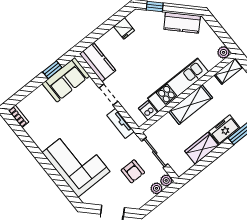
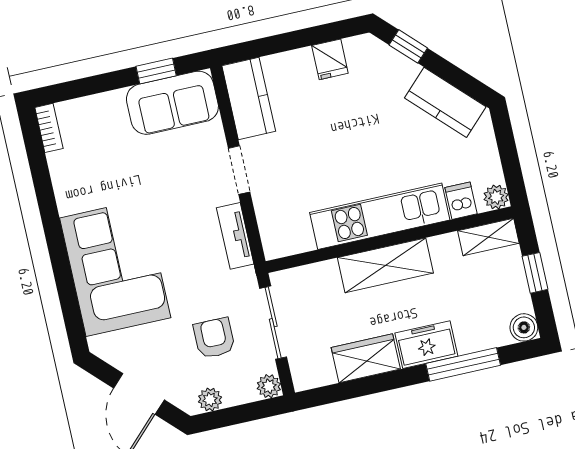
dishwasher: (148, 110) -> (461, 201), moved
armchair: (133, 171) -> (214, 338), turned 180
plant: (156, 188) -> (210, 400), moved

